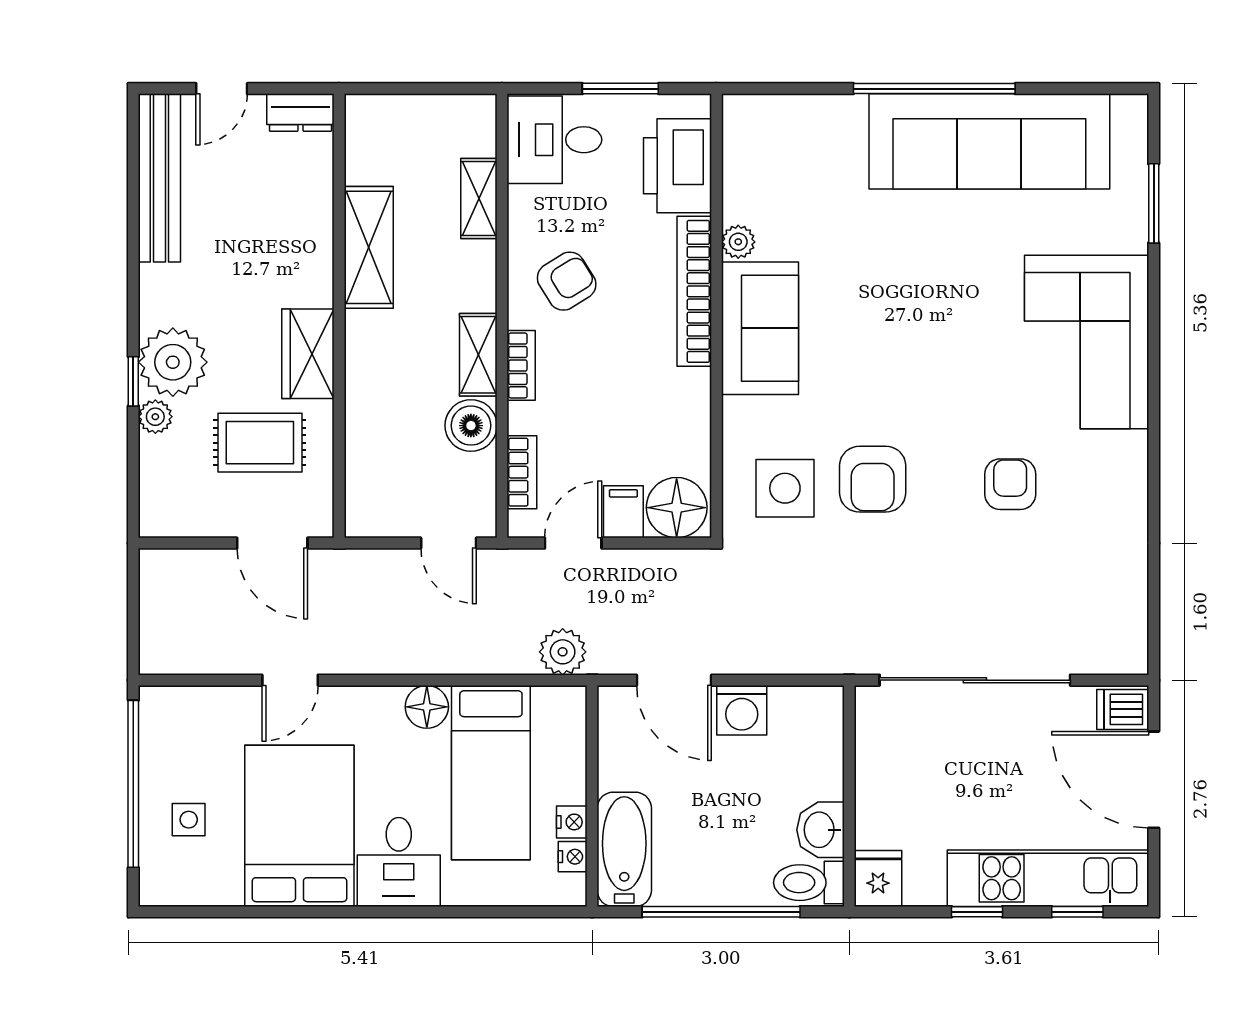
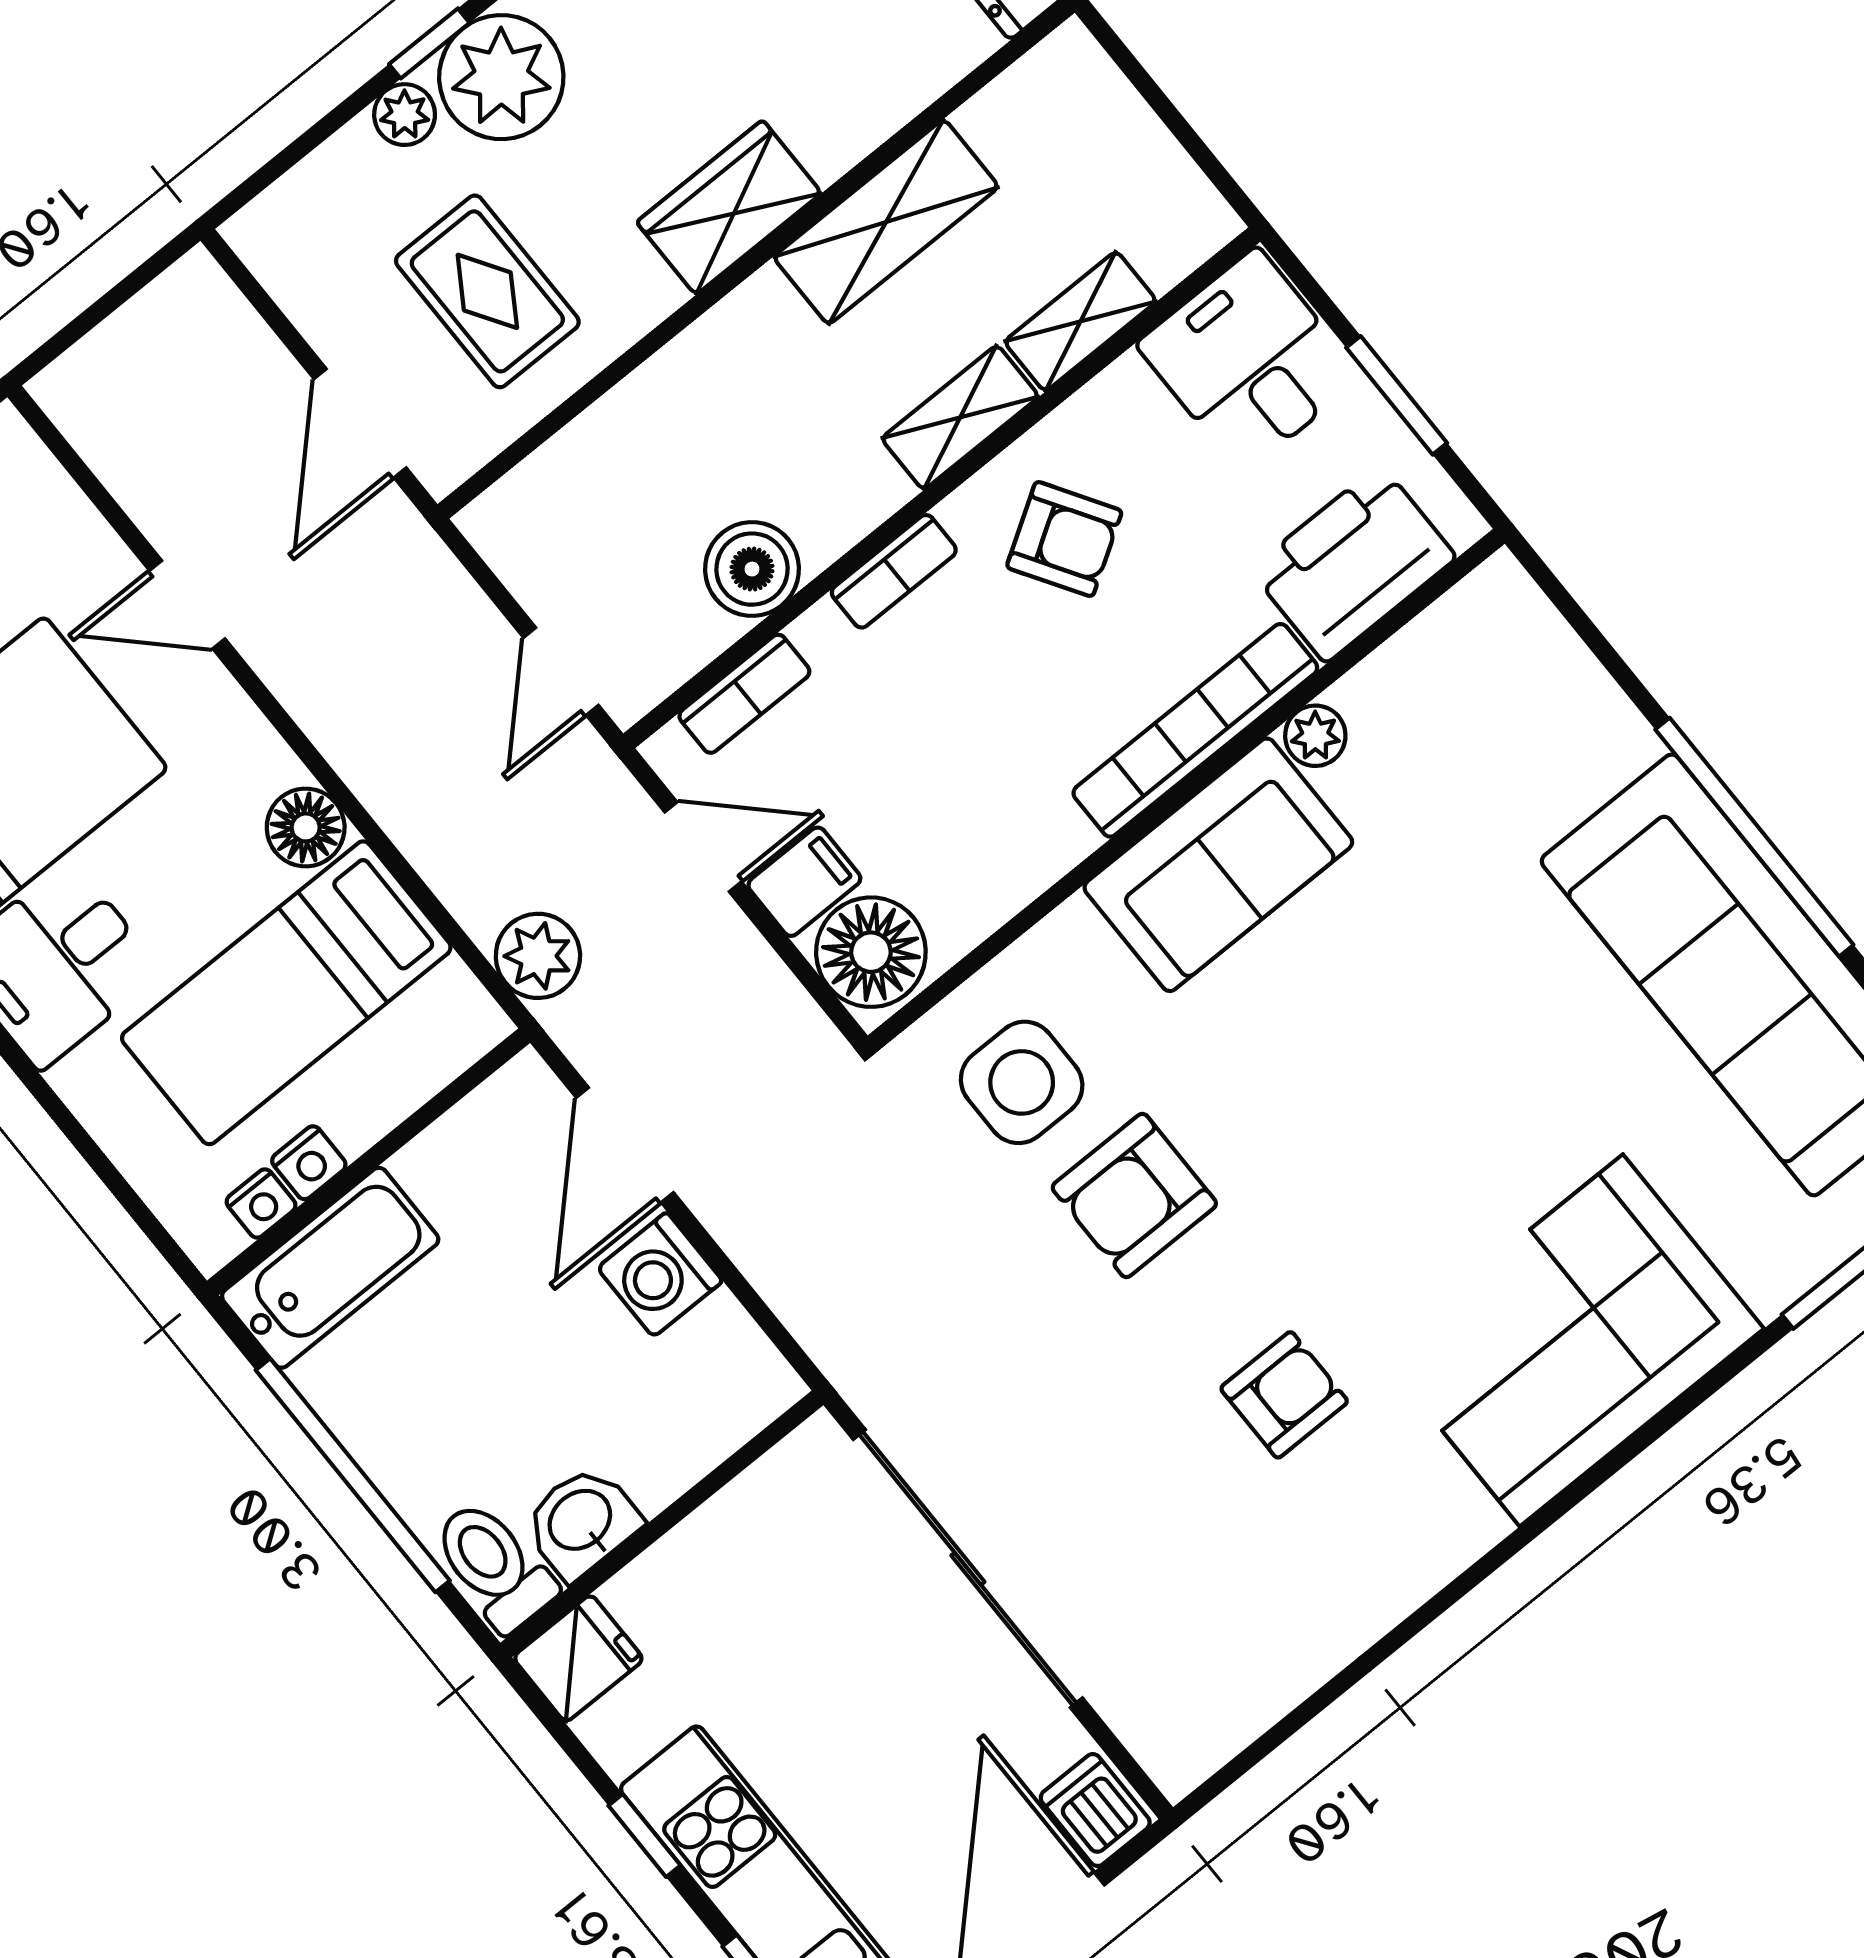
wardrobe: (308, 354) -> (729, 208), moved
shelving: (478, 355) -> (960, 417), moved

